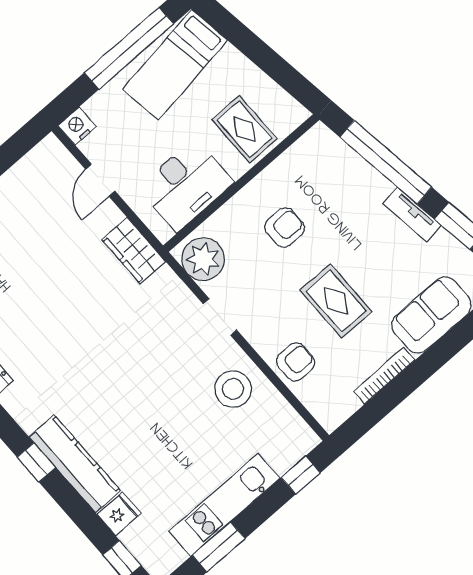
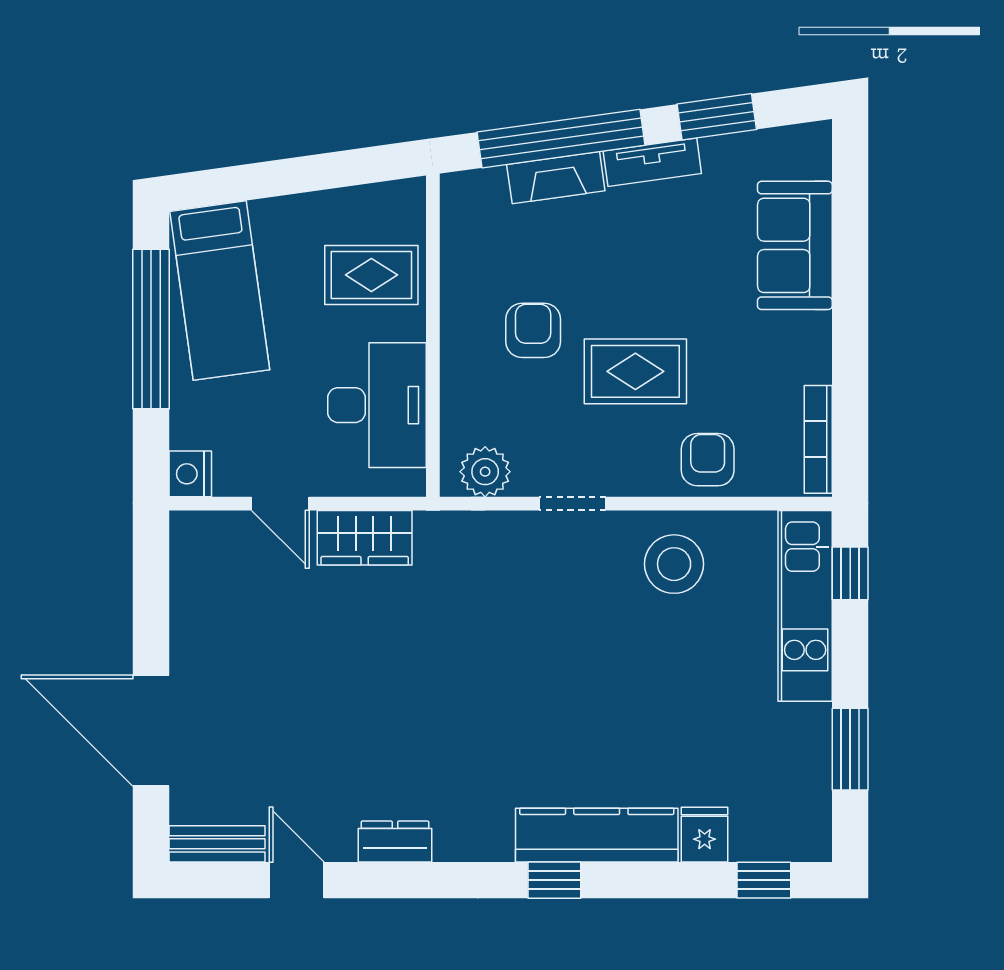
fireplace: (365, 176) -> (556, 178), added
wardrobe: (134, 251) -> (365, 538), moved
plant: (203, 259) -> (485, 472), width x0.73, depth x0.73
rug: (336, 301) -> (635, 371), moved
bookcase: (384, 376) -> (818, 439), moved
kitchen unit: (225, 505) -> (805, 606), moved

